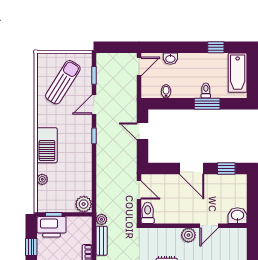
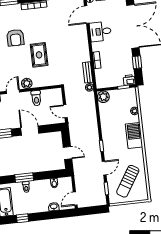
toilet: (148, 213) -> (36, 98), moved
printer: (52, 227) -> (129, 80), width x0.53, depth x0.68

